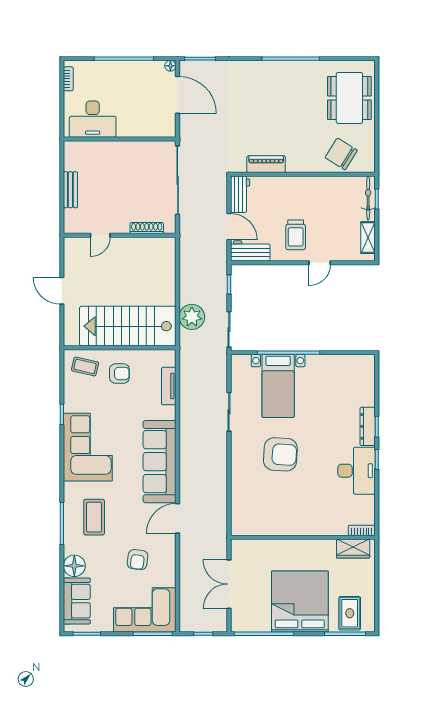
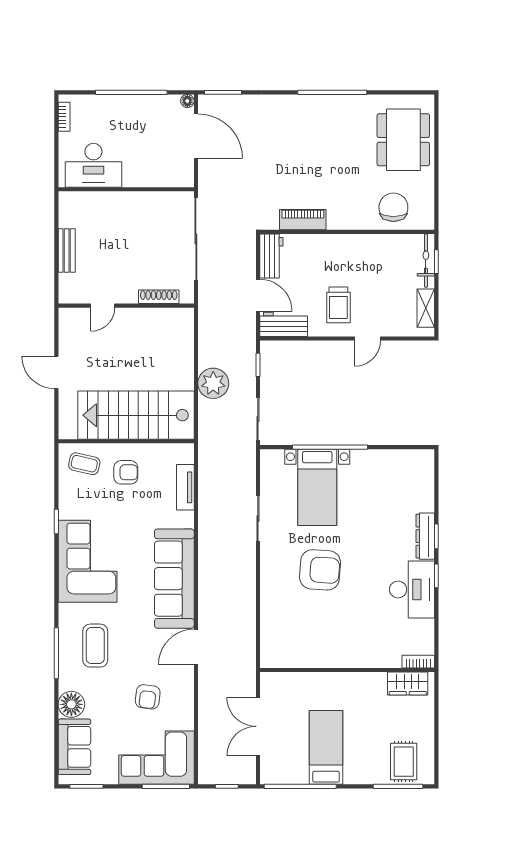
chair: (341, 154) -> (393, 207), turned 58
plant: (192, 317) -> (213, 383), moved
bed: (300, 602) -> (326, 747), width x0.49

